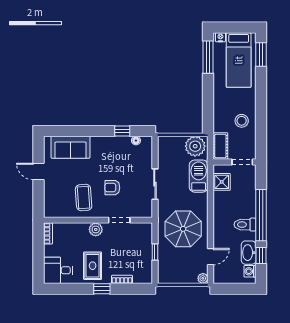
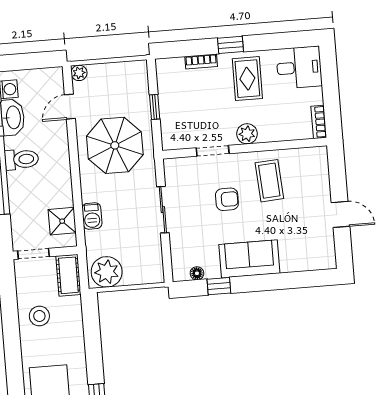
sofa: (70, 147) -> (249, 259), moved
barbecue: (199, 176) -> (92, 216), width x0.53, depth x0.65

